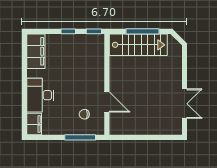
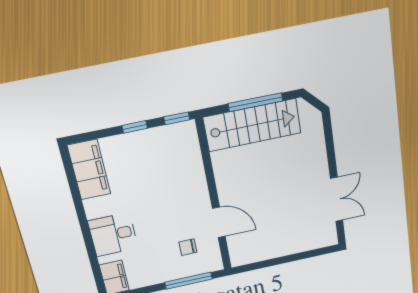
desk: (40, 95) -> (113, 234), width x0.73

